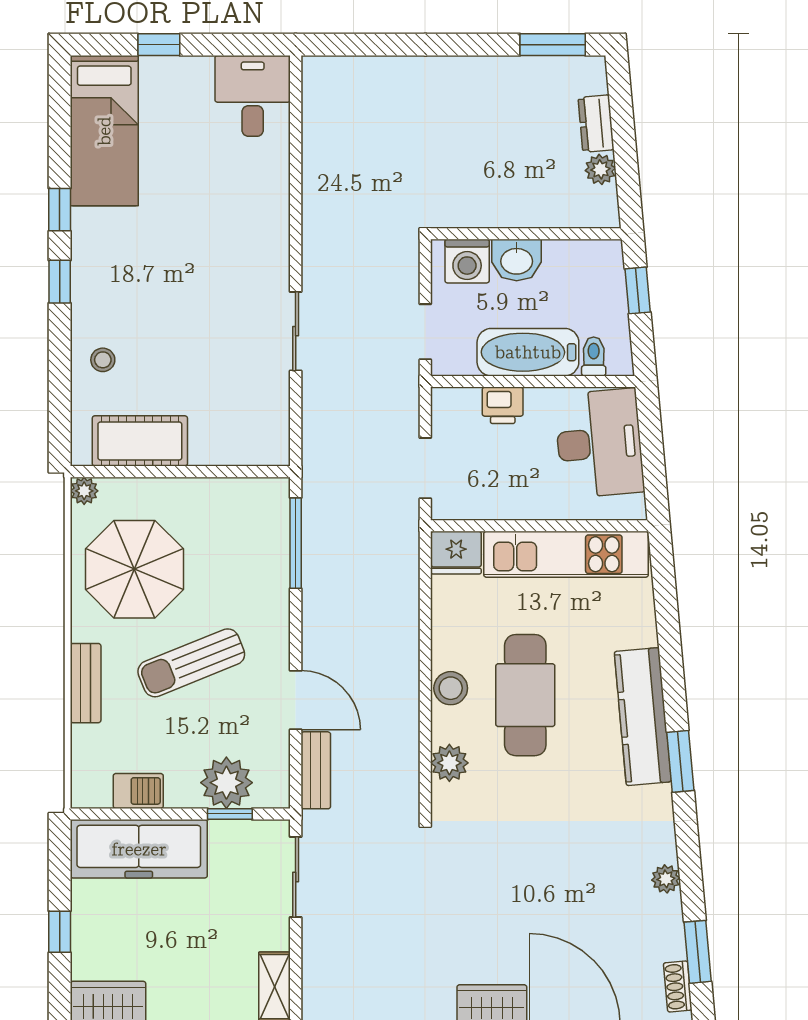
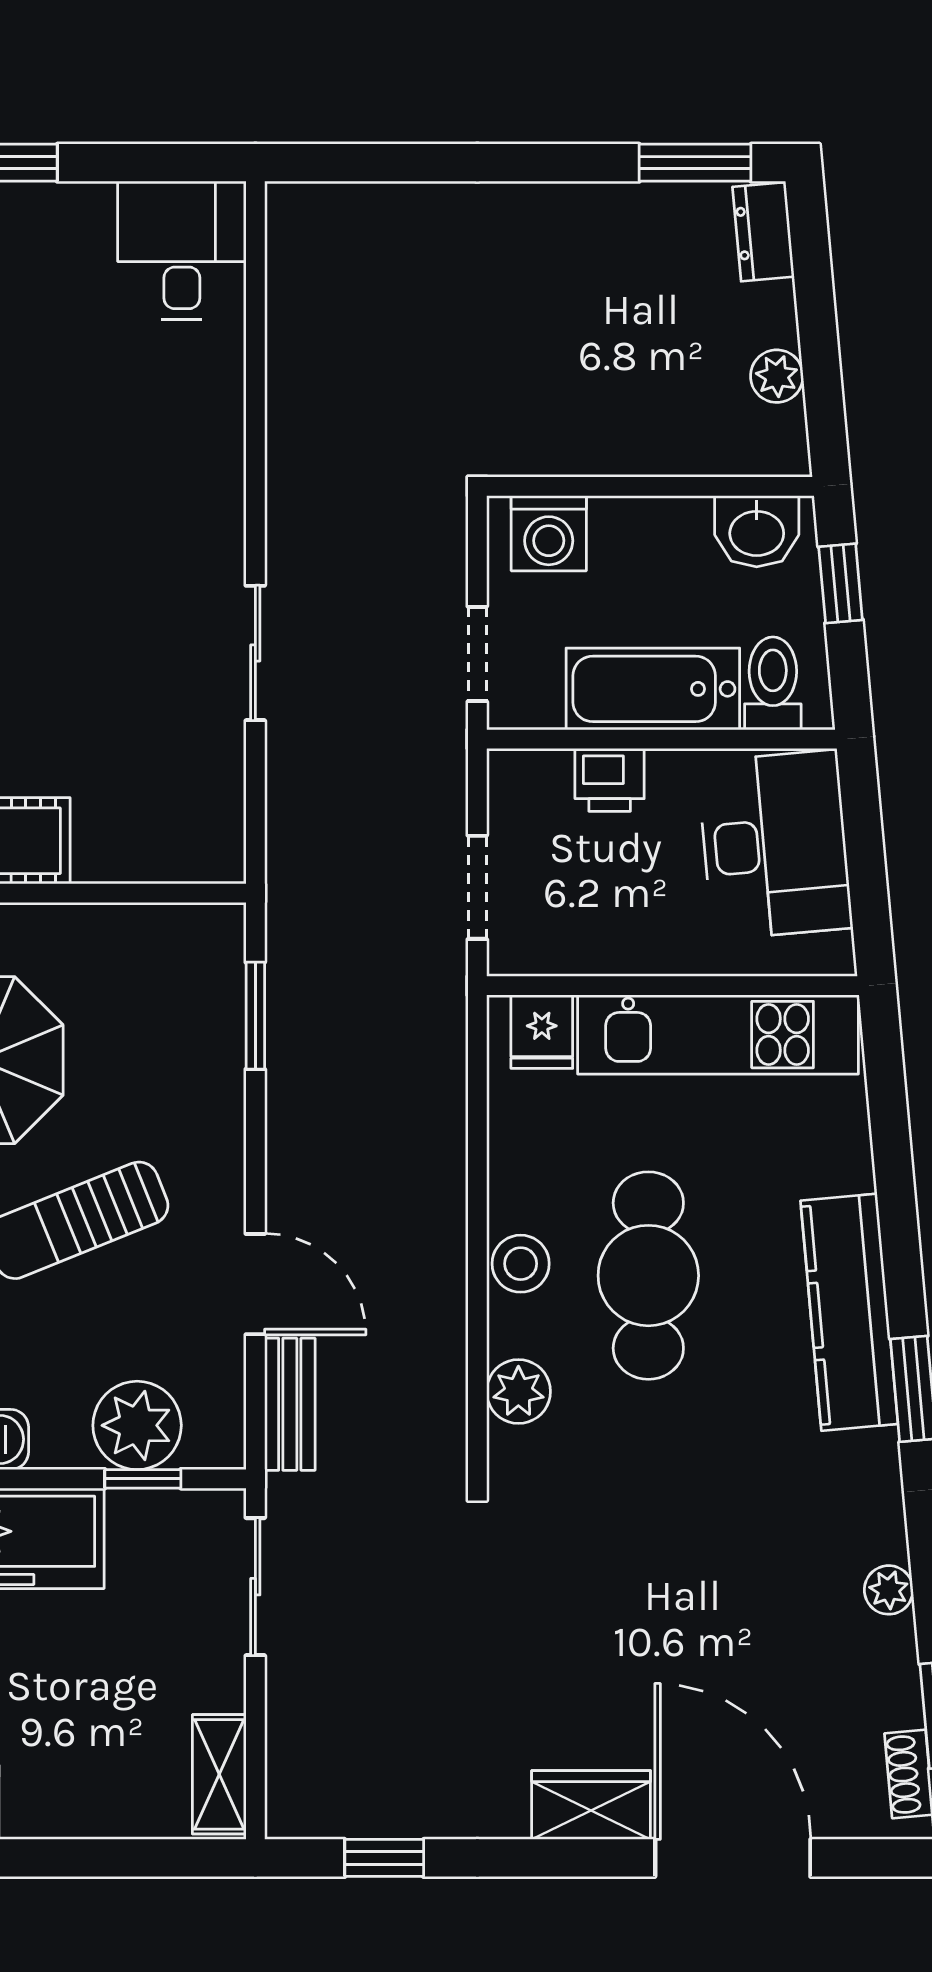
dresser: (596, 124) -> (763, 232), moved
washbasin: (517, 260) -> (757, 531), moved
toilet: (594, 357) -> (773, 683), width x1.37, depth x1.39
window: (296, 543) -> (255, 1016), width x0.69
fridge: (456, 553) -> (542, 1032), width x0.72

